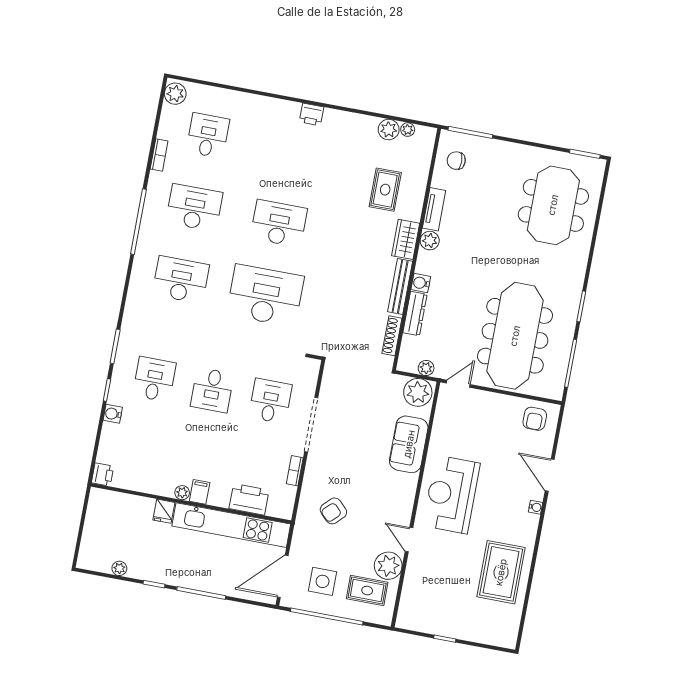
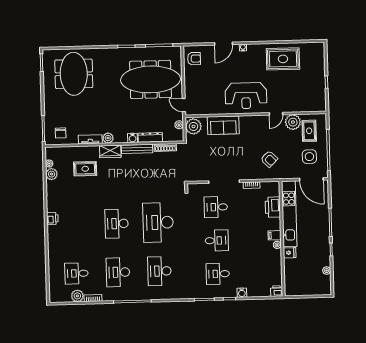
plant: (175, 94) -> (77, 296), moved
meeting table: (553, 205) -> (74, 74), turned 90

